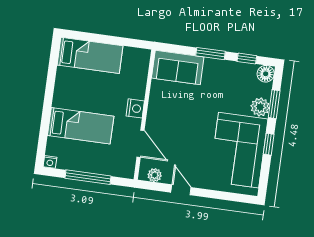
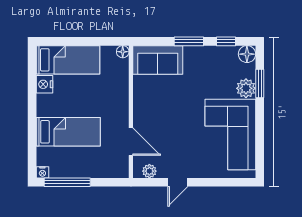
floor lamp: (145, 55) -> (123, 52), added
nightstand: (135, 108) -> (44, 84), moved, turned 180
window: (269, 144) -> (260, 124), removed
window: (88, 177) -> (67, 182), moved
door: (181, 190) -> (178, 182), swing flipped

